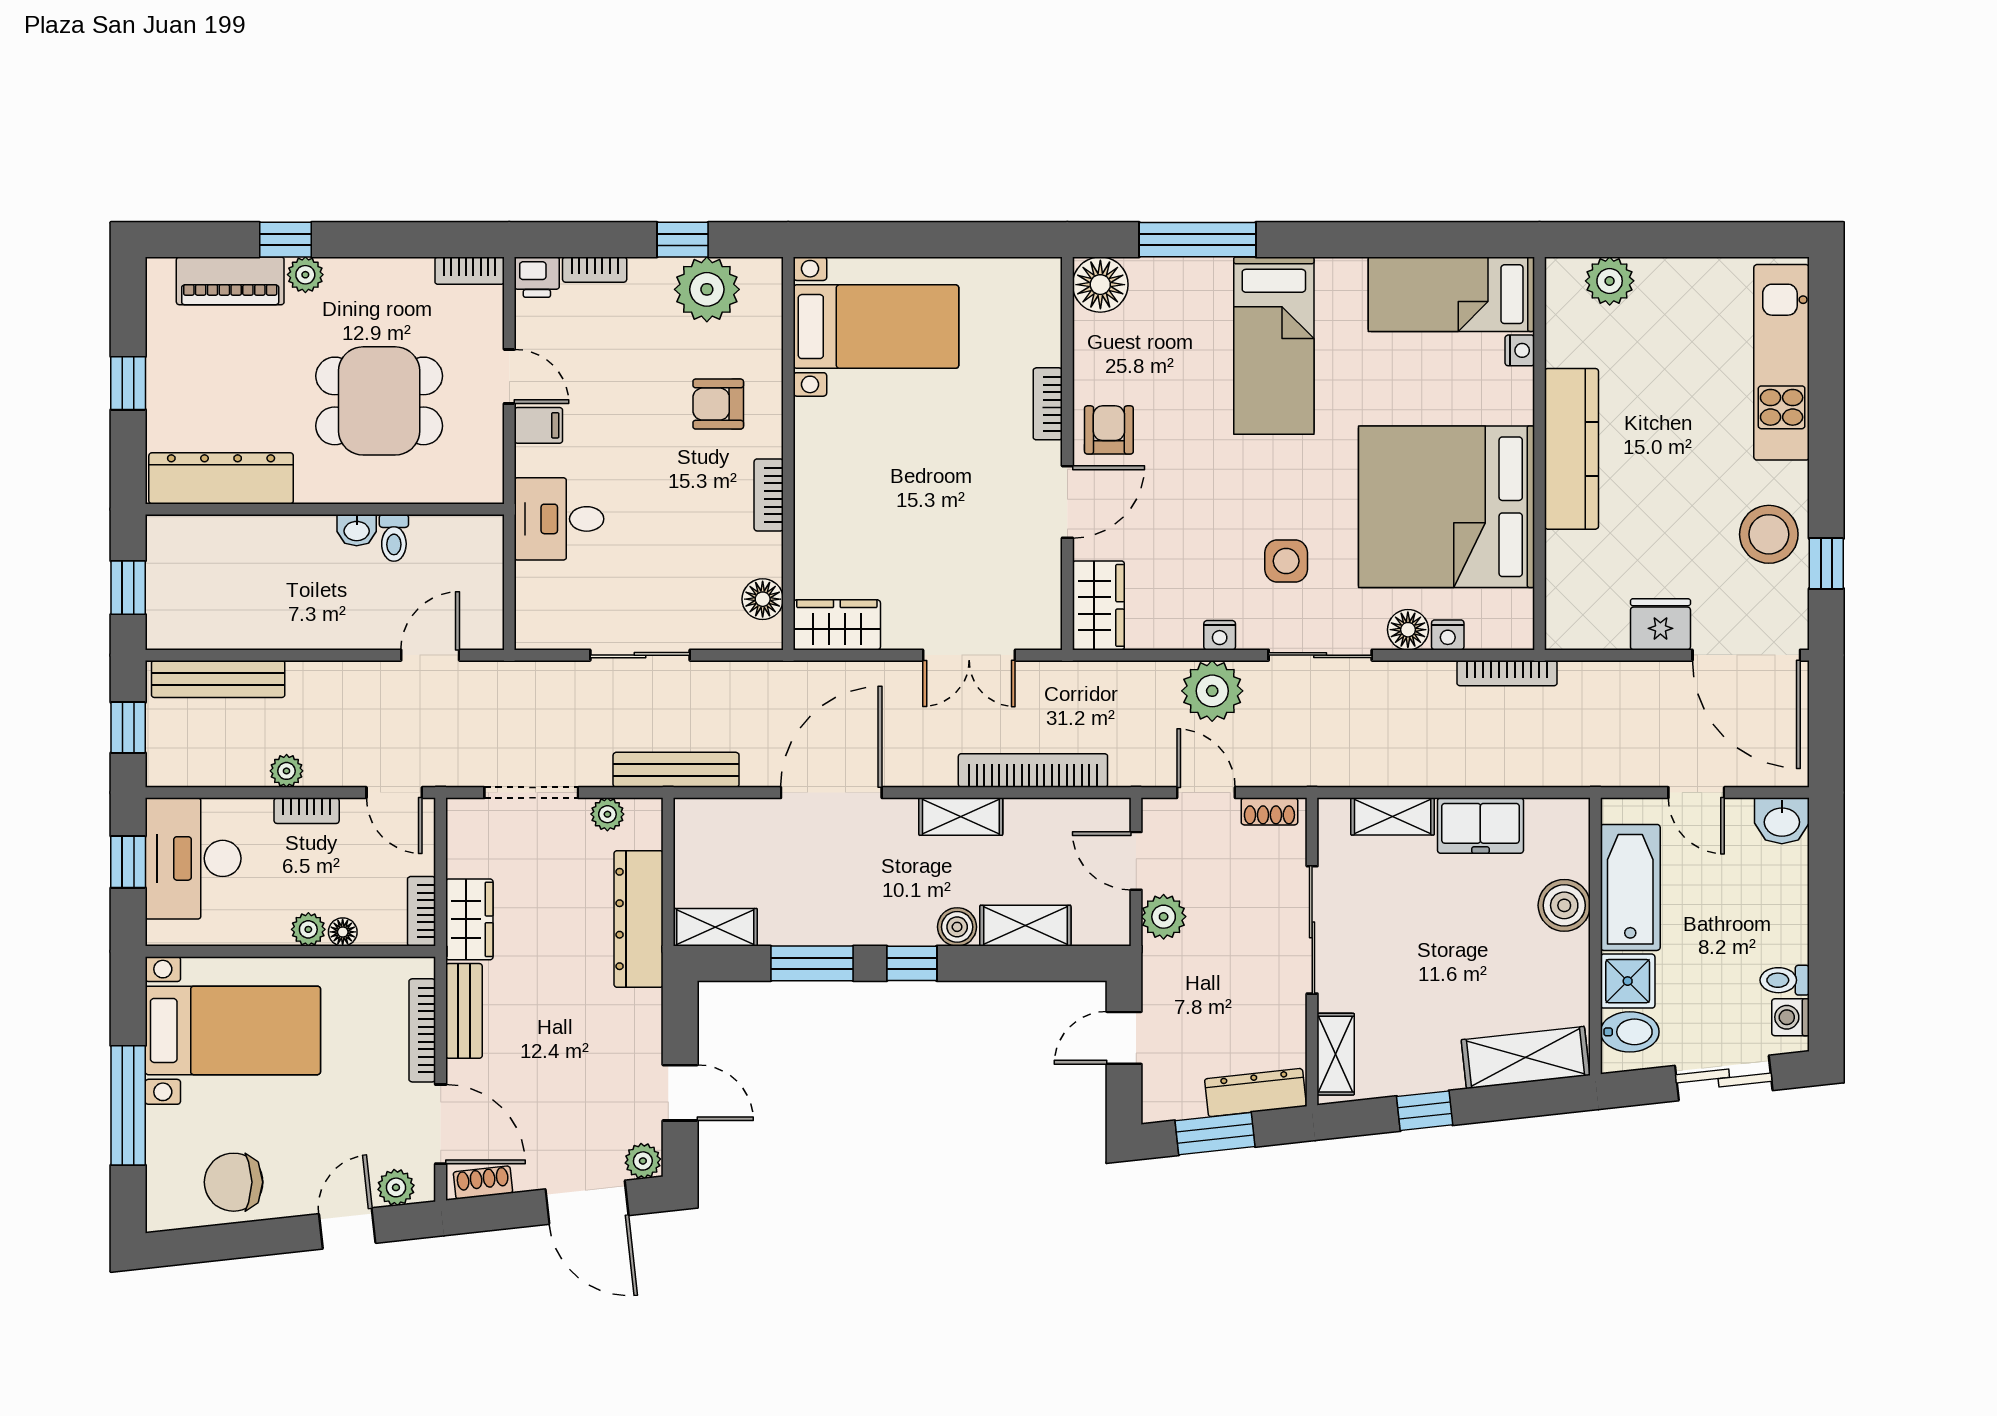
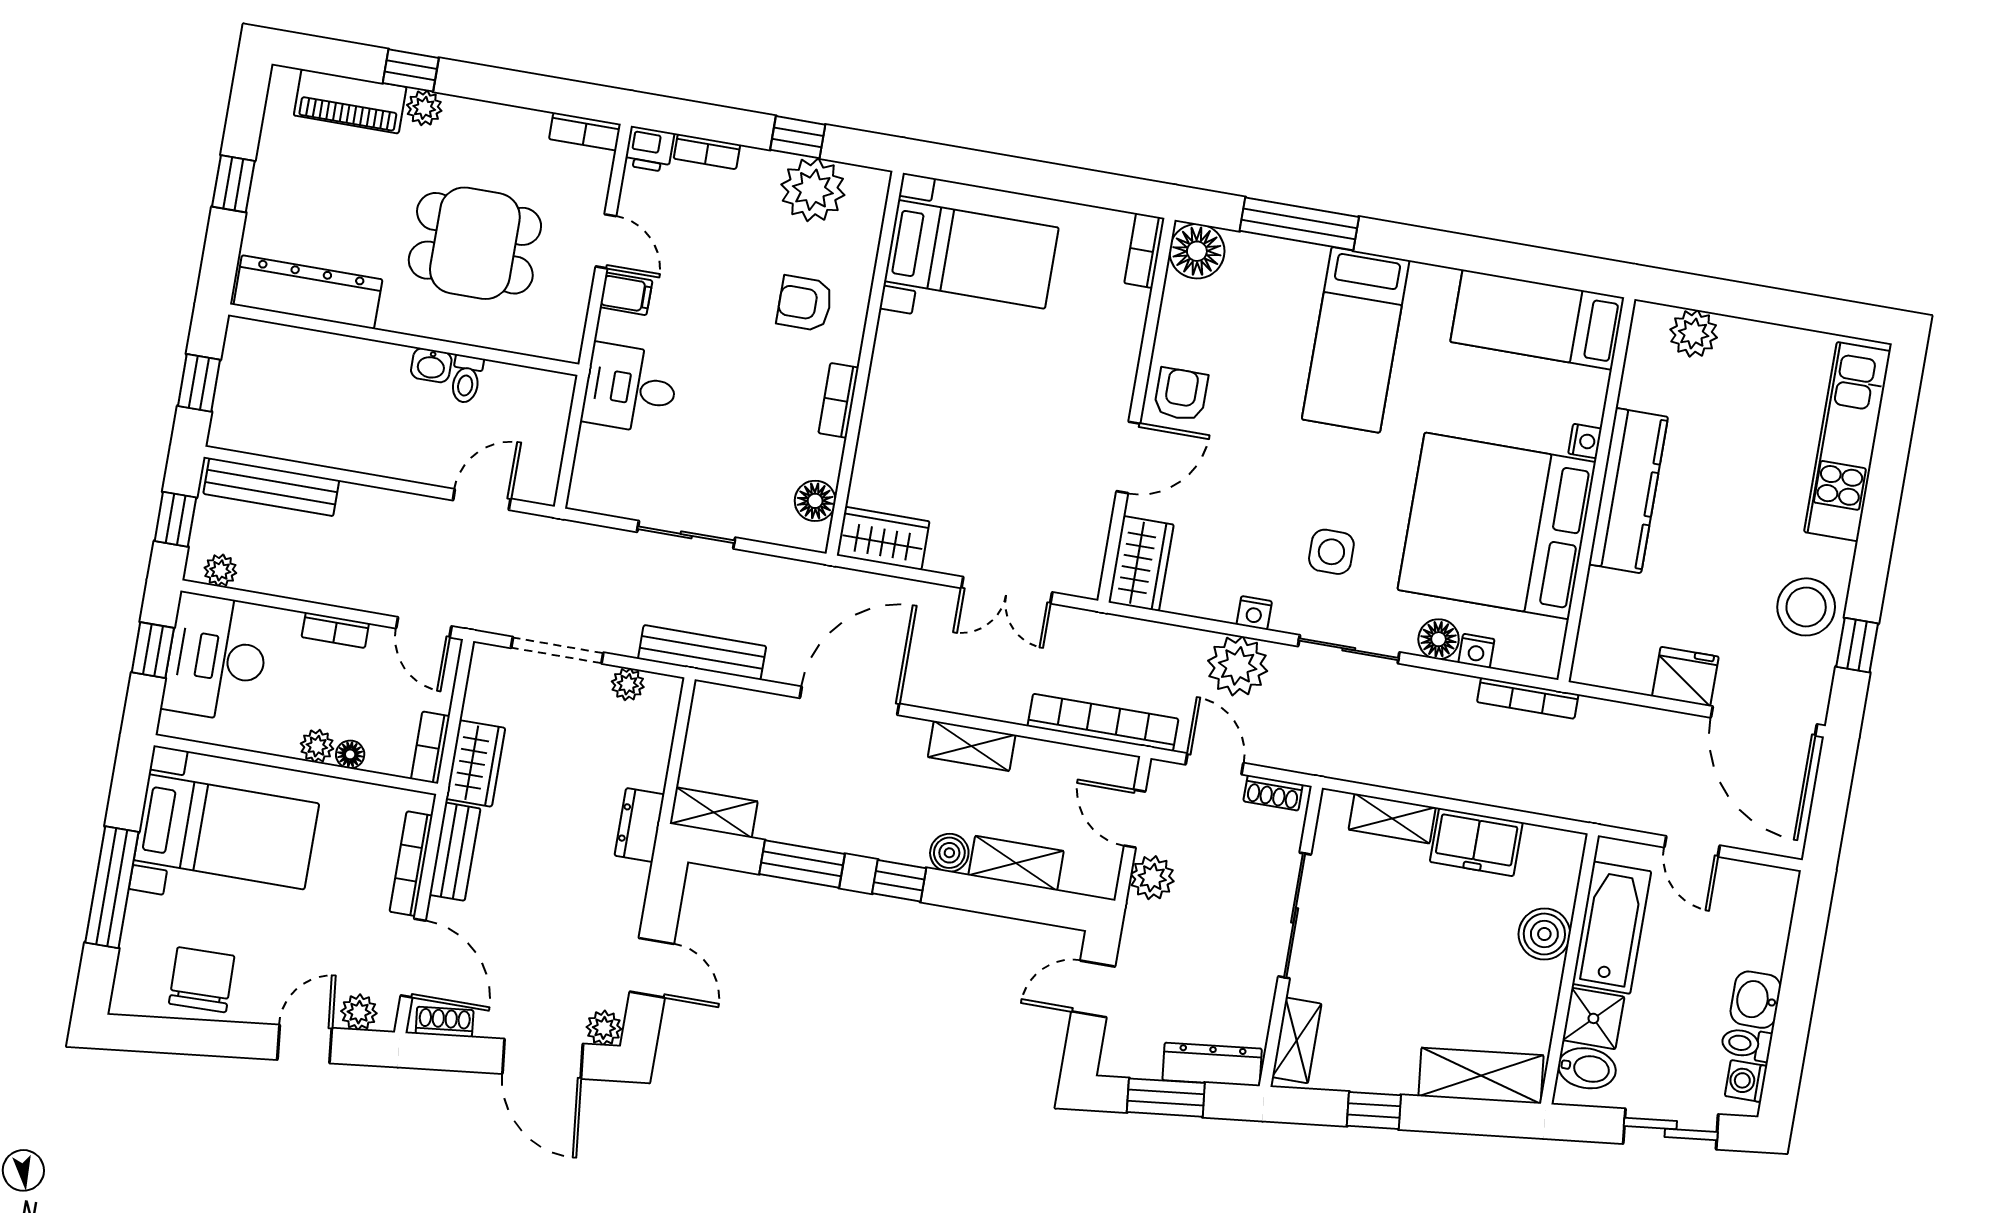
nightstand: (1520, 350) -> (1585, 441), moved
bookcase: (1048, 404) -> (1144, 251), moved
bookcase: (1033, 770) -> (1103, 722), moved
plant: (287, 771) -> (220, 570), moved
washbasin: (1782, 821) -> (1756, 1000), moved, turned 90
dresser: (639, 919) -> (639, 825), width x0.51, depth x0.80
chair: (234, 1182) -> (202, 980), turned 89

